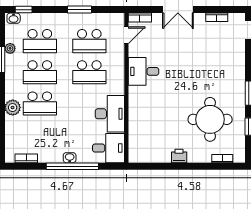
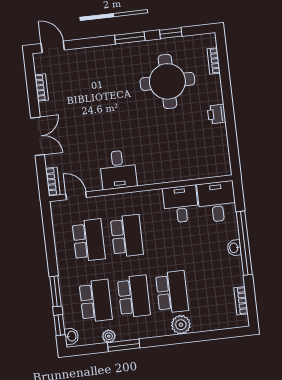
window: (79, 10) -> (55, 291), moved
desk: (110, 114) -> (181, 204), width x0.73

